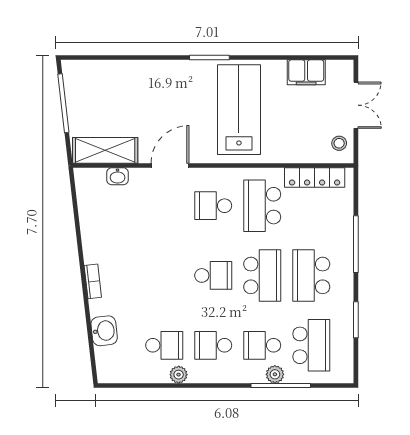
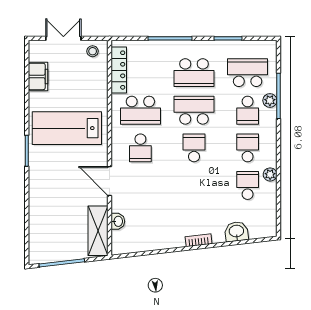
school desk: (213, 345) -> (248, 148), turned 180

